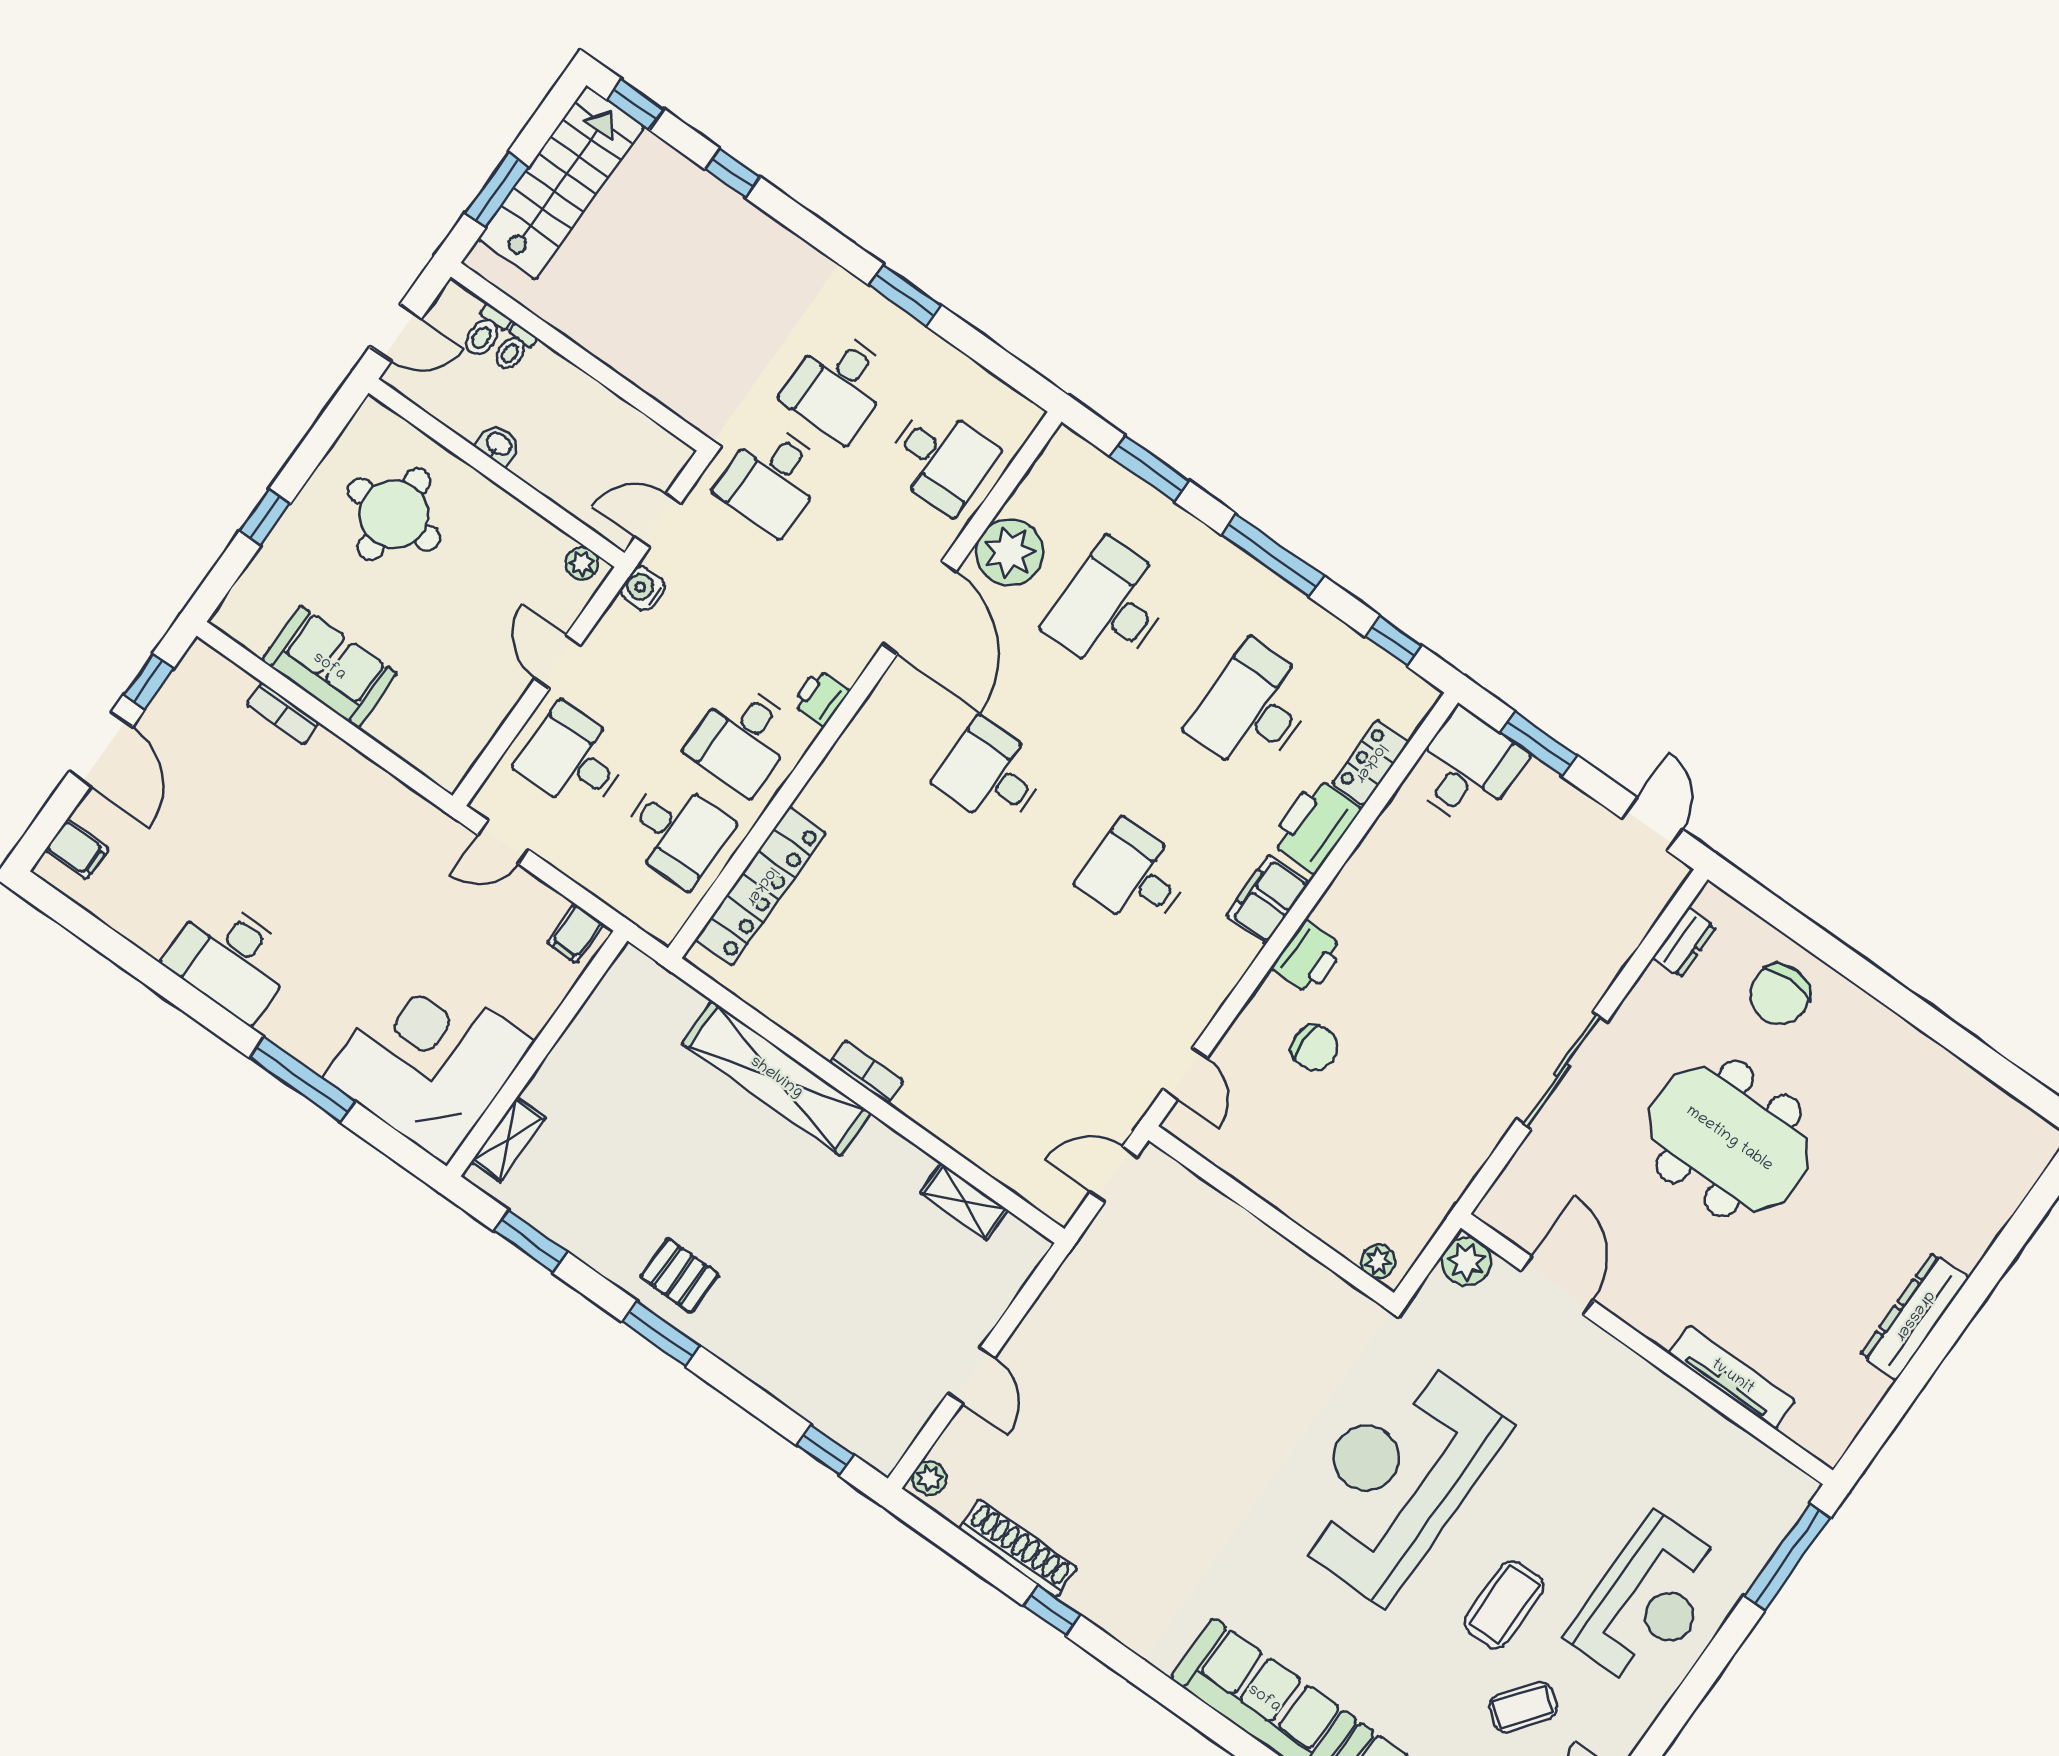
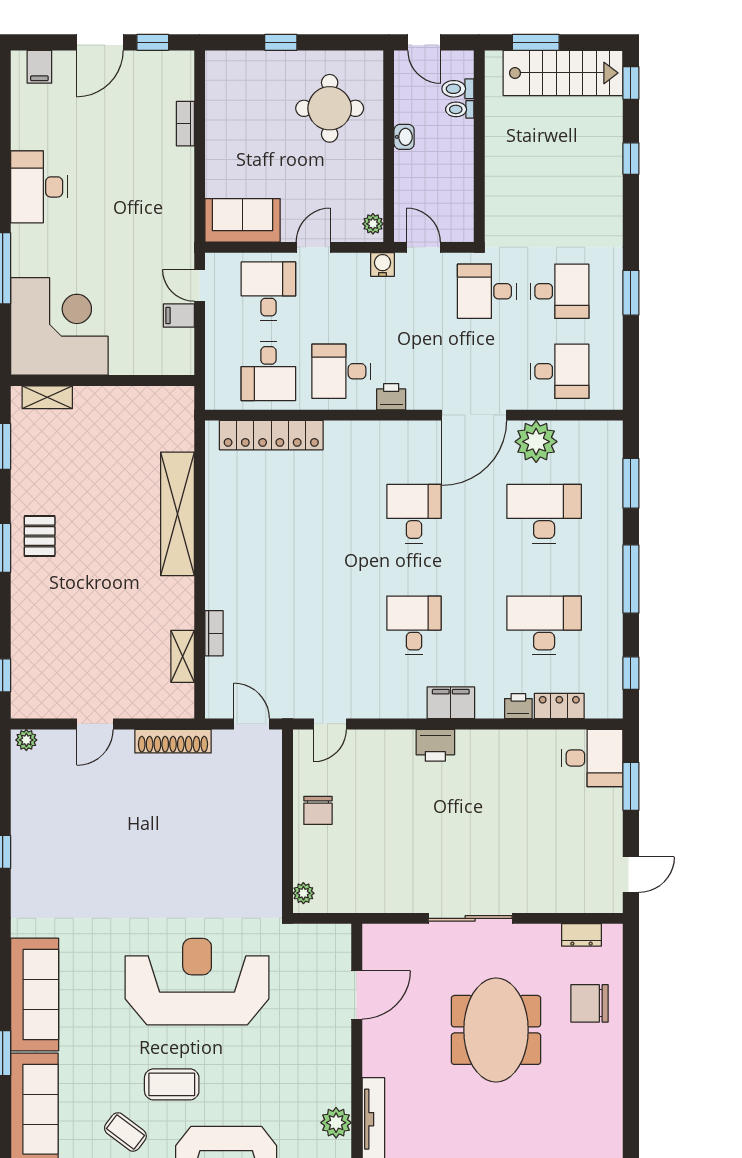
desk: (838, 385) -> (560, 291), turned 180
desk: (941, 458) -> (560, 371), turned -90
sofa: (329, 667) -> (243, 220), moved, turned -90
printer: (1315, 825) -> (518, 706), width x0.53, depth x0.68
filing cabinet: (575, 933) -> (179, 316), moved
chair: (1314, 1048) -> (318, 810), moved
bookcase: (867, 1072) -> (214, 633), moved
plant: (1467, 1261) -> (336, 1123), moved
shoe rack: (1018, 1548) -> (173, 741), moved, turned 90

